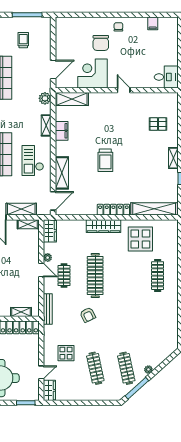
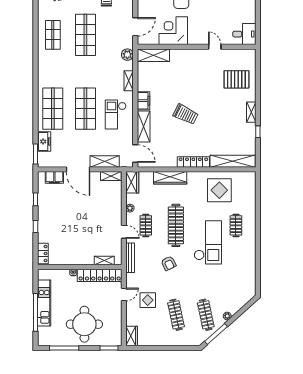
door: (124, 90) -> (215, 47), moved
pallet: (158, 124) -> (236, 79), width x1.50, depth x1.42
filing cabinet: (62, 131) -> (143, 101), moved
trolley: (105, 160) -> (186, 114), turned -64
door: (53, 201) -> (135, 154), hinge flipped
wardrobe: (104, 226) -> (170, 178), moved
door: (41, 270) -> (124, 232), moved
clothes rail: (158, 276) -> (236, 225), width x0.73
checkout: (128, 293) -> (208, 242), added
door: (41, 372) -> (124, 295), moved

